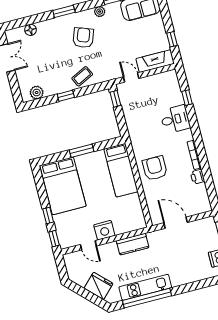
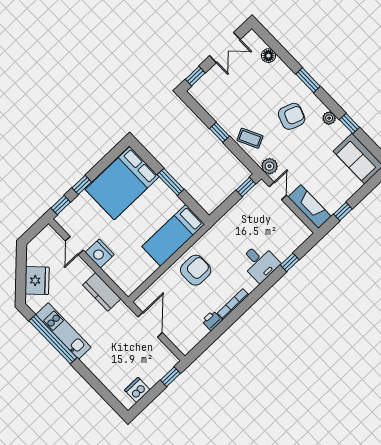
window: (16, 91) -> (195, 76), added
plant: (37, 93) -> (269, 166), moved

